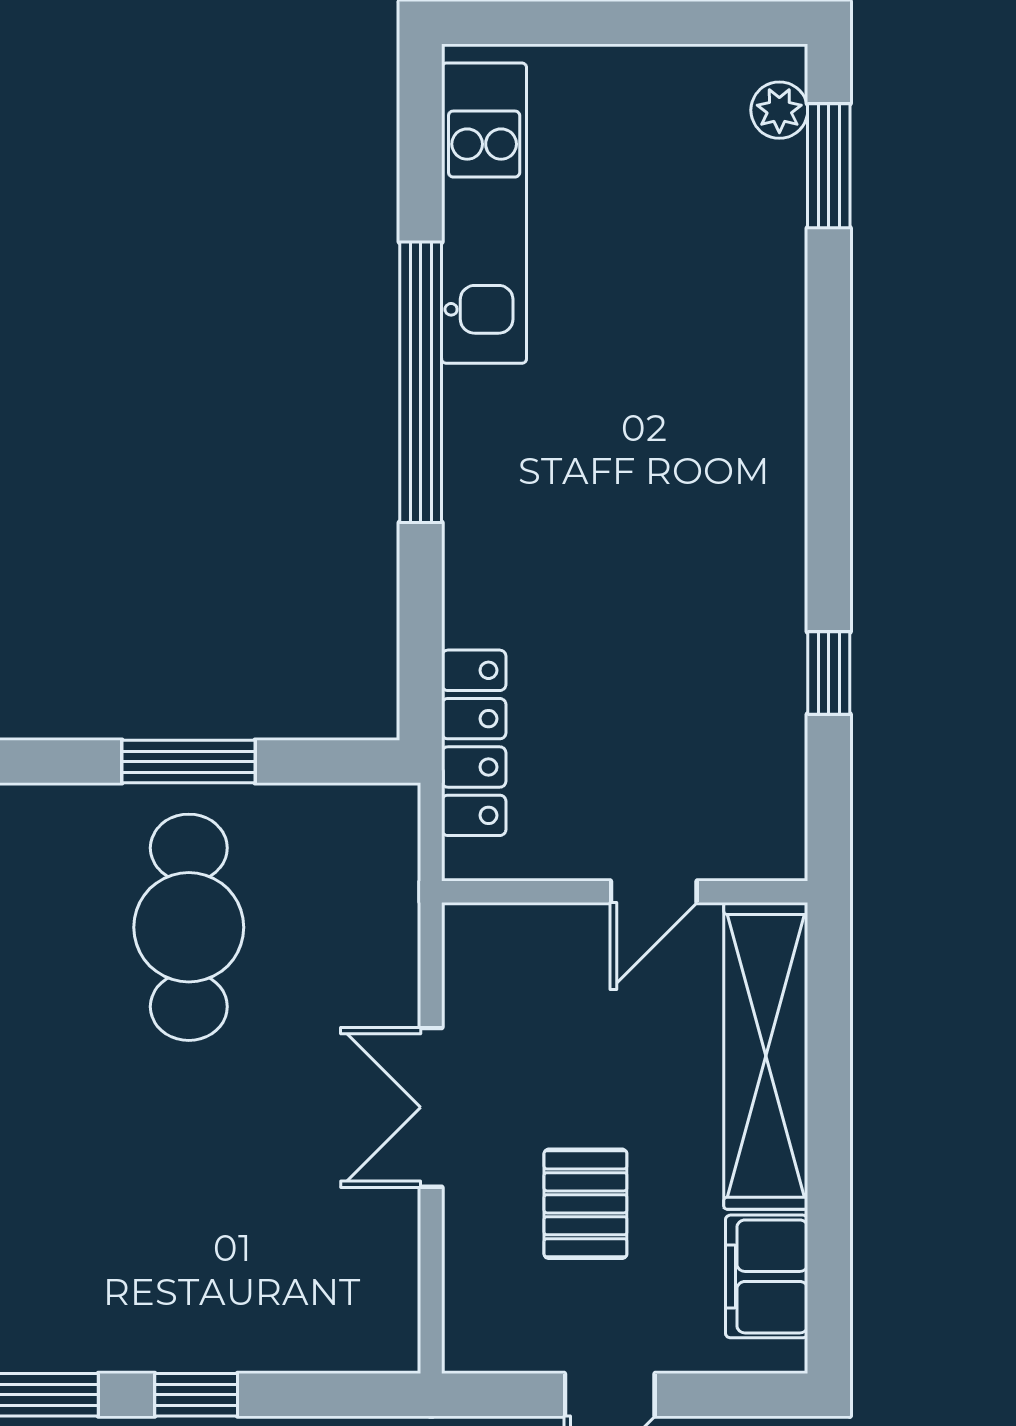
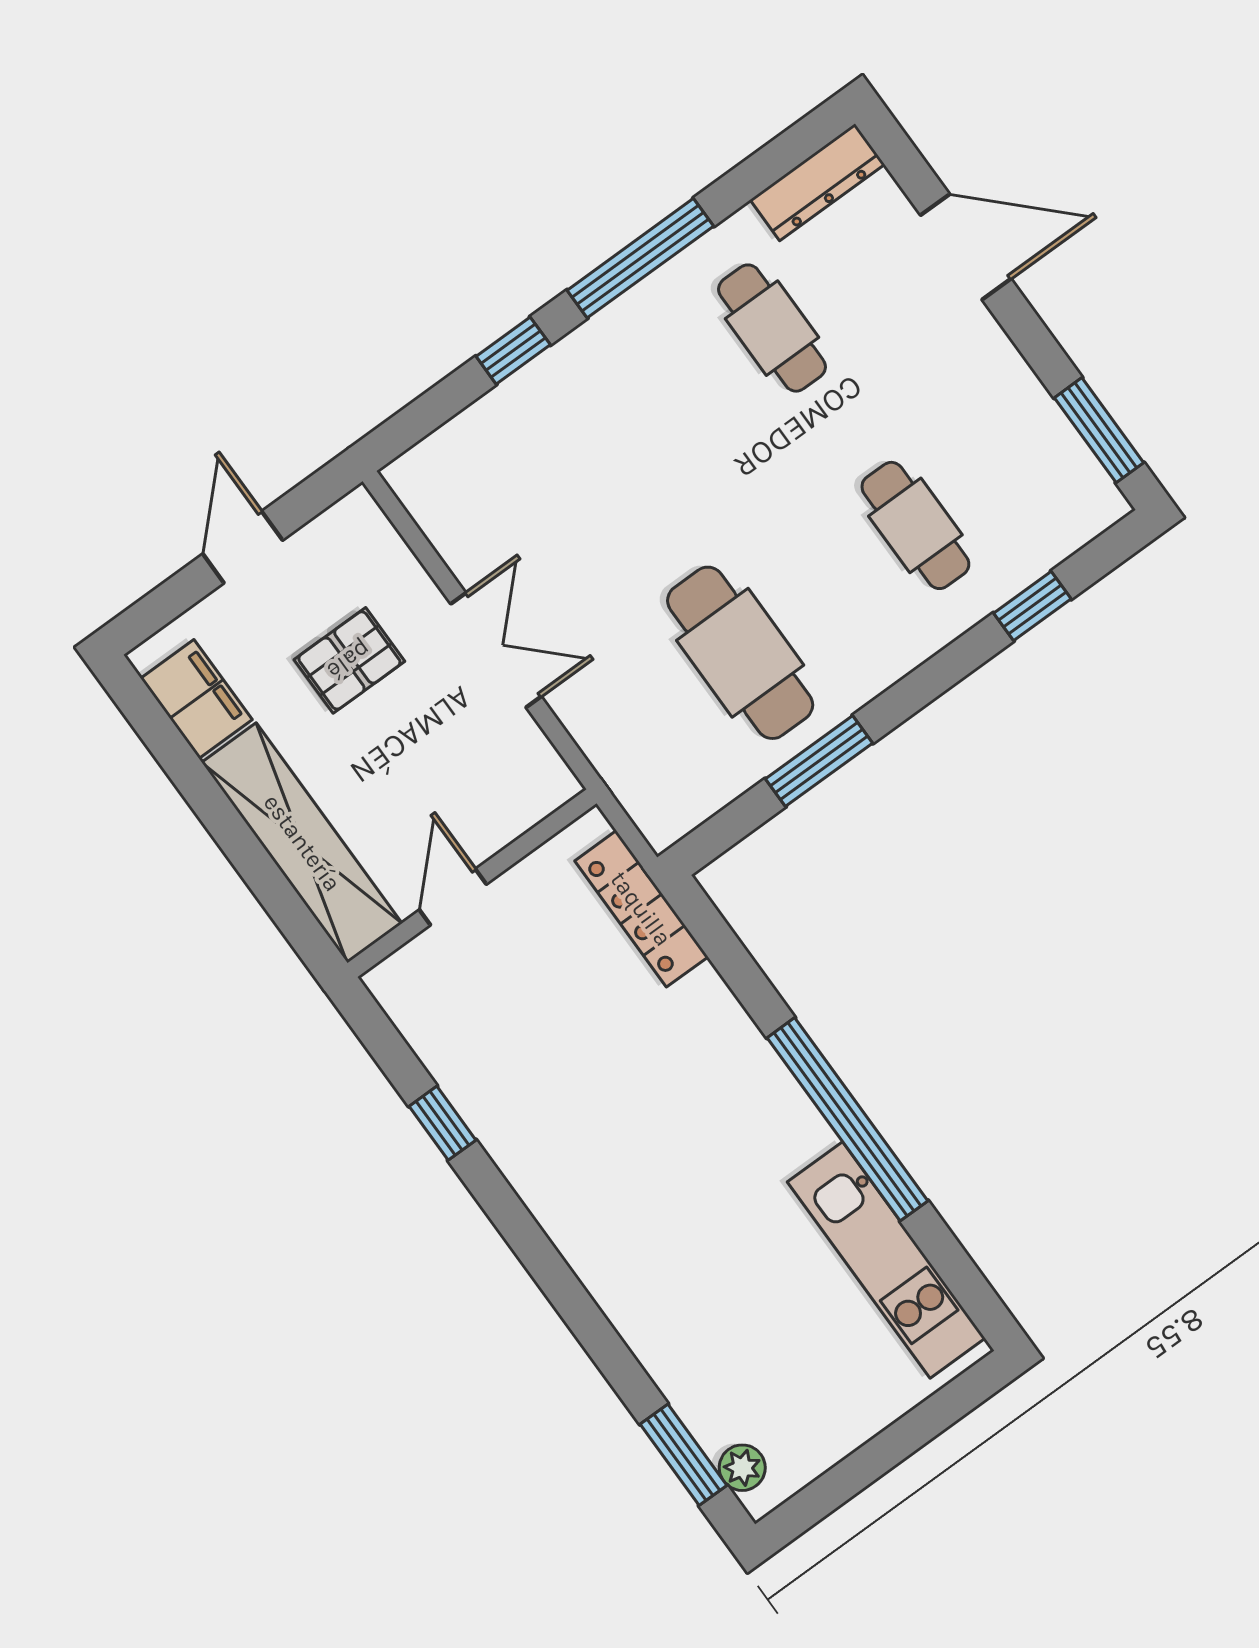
pallet: (585, 1204) -> (349, 660), turned 90

